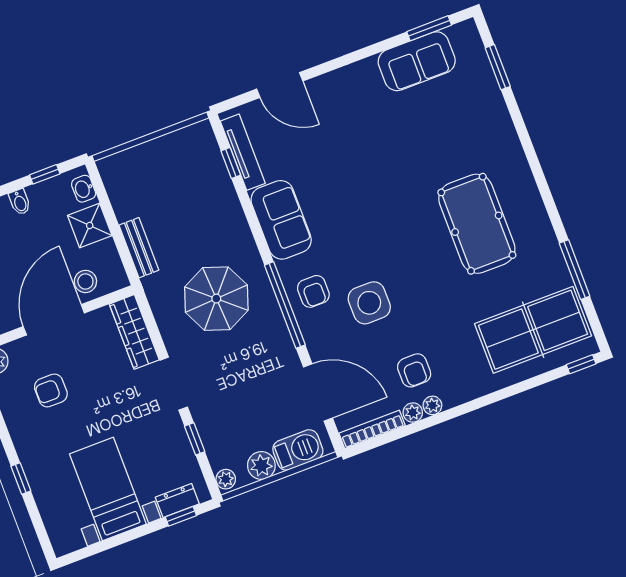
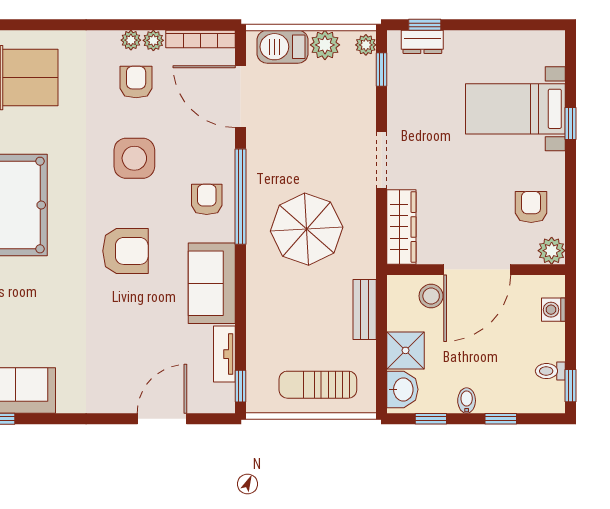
door: (280, 85) -> (162, 419), hinge flipped
tv unit: (243, 152) -> (224, 354), width x0.71
window: (231, 163) -> (241, 386), moved
sun lounger: (155, 167) -> (318, 385), added
washbasin: (84, 189) -> (402, 389), width x1.38, depth x1.45
armchair: (367, 219) -> (125, 251), added
side table: (369, 303) -> (134, 158), moved
armchair: (51, 390) -> (531, 207), moved, turned -90
window: (195, 439) -> (382, 70), moved
bed with nightstands: (108, 489) -> (515, 109), moved, turned 90

